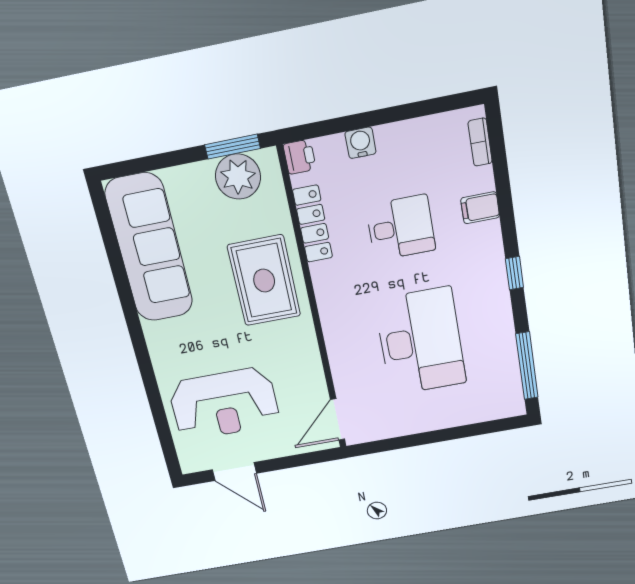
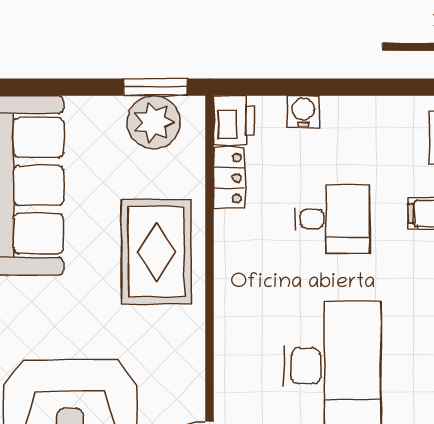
printer: (300, 157) -> (234, 120), width x1.36, depth x1.24
locker: (313, 224) -> (229, 178), width x0.66

